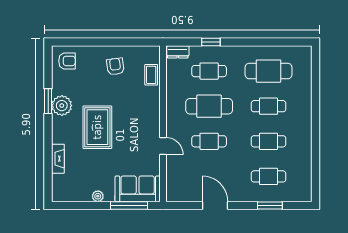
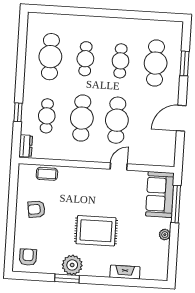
cafe table: (209, 141) -> (117, 120), width x1.37, depth x1.35
cafe table: (269, 176) -> (156, 63), width x1.37, depth x1.35

